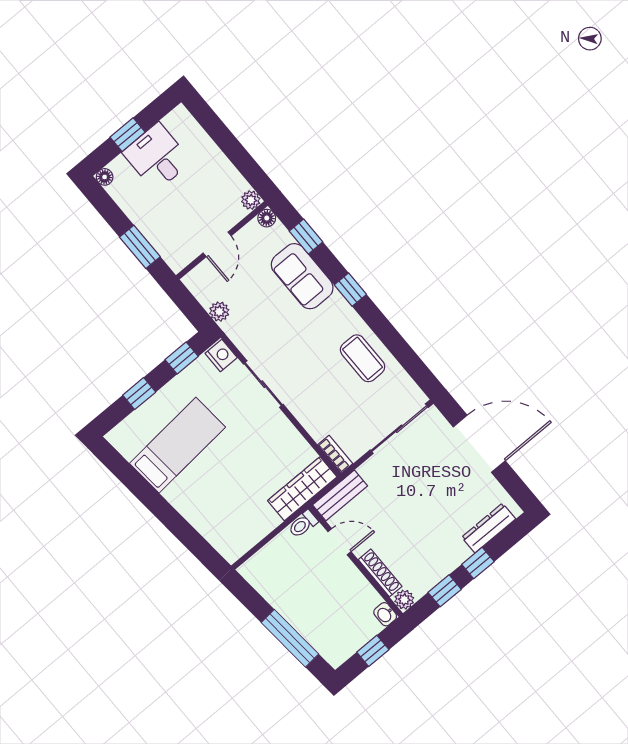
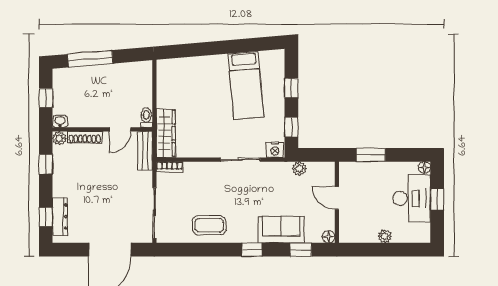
desk: (157, 157) -> (412, 198), width x1.37
plant: (251, 200) -> (385, 236), moved
window: (478, 563) -> (46, 217), moved

